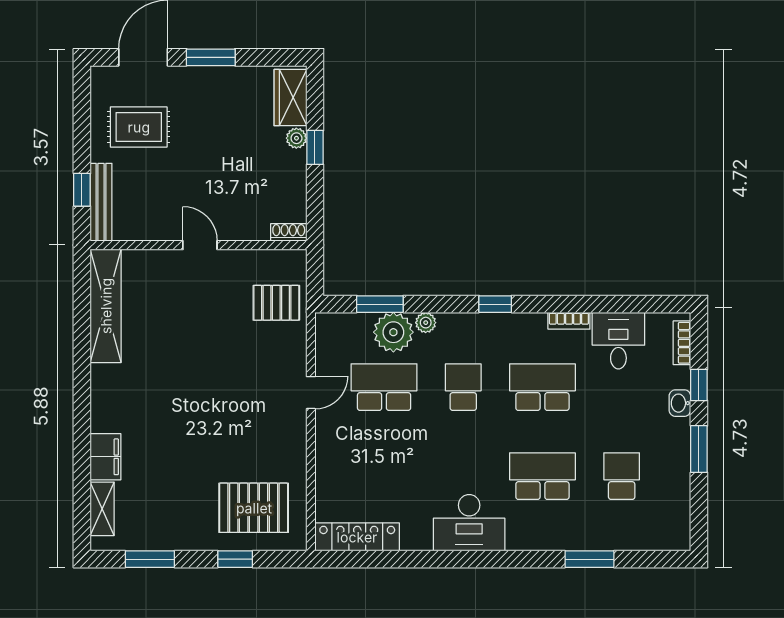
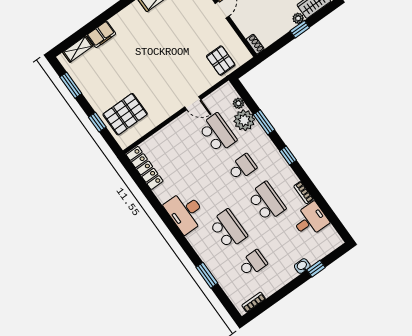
window: (380, 304) -> (264, 122), moved
plant: (426, 323) -> (238, 103), moved
bookcase: (682, 343) -> (254, 302), moved
window: (699, 449) -> (288, 288), removed
pallet: (254, 508) -> (125, 114), turned 90

